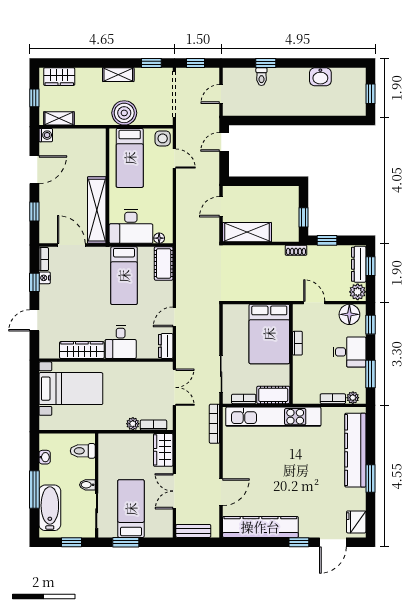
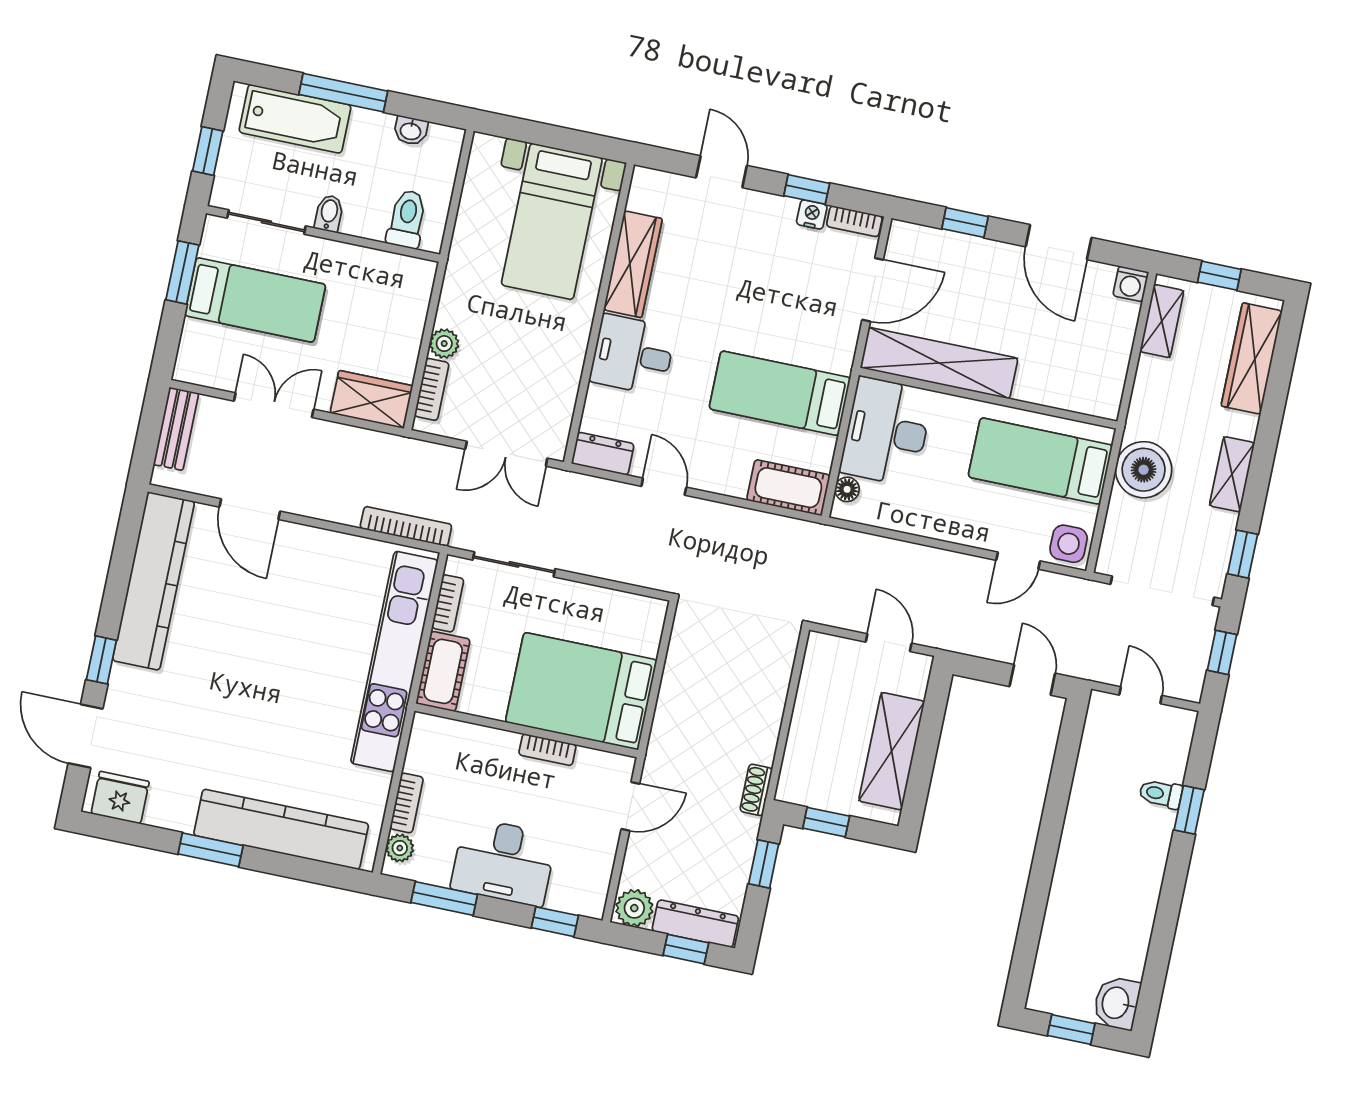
wardrobe: (59, 77) -> (1252, 358), width x1.50
washbasin: (320, 77) -> (1117, 1003), moved
shelving: (247, 232) -> (892, 751), moved
floor lamp: (349, 314) -> (587, 879), removed
desk: (349, 352) -> (504, 862), width x1.37

